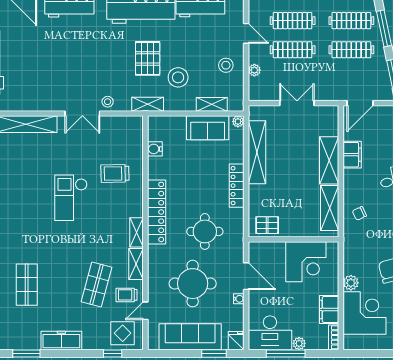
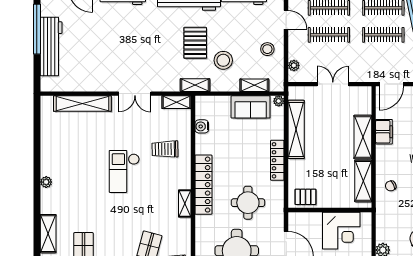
plant: (254, 70) -> (294, 65), moved
stool: (108, 102) -> (158, 83), removed
shelving: (136, 264) -> (176, 102), moved, turned 90

